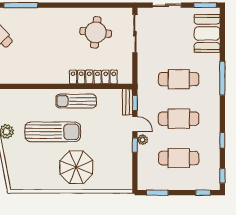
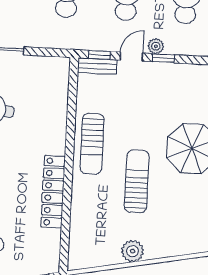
locker: (93, 77) -> (53, 192), moved
sun lounger: (53, 132) -> (137, 181), width x0.73, depth x0.75

